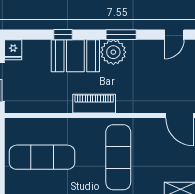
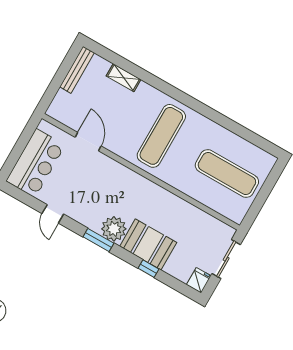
door: (174, 35) -> (53, 214), swing flipped
piano: (94, 104) -> (156, 194), removed

